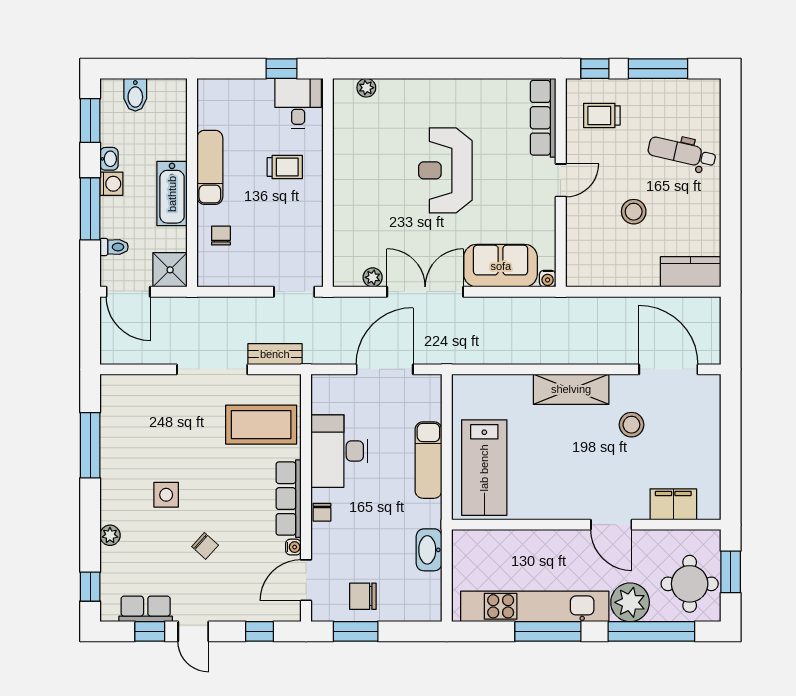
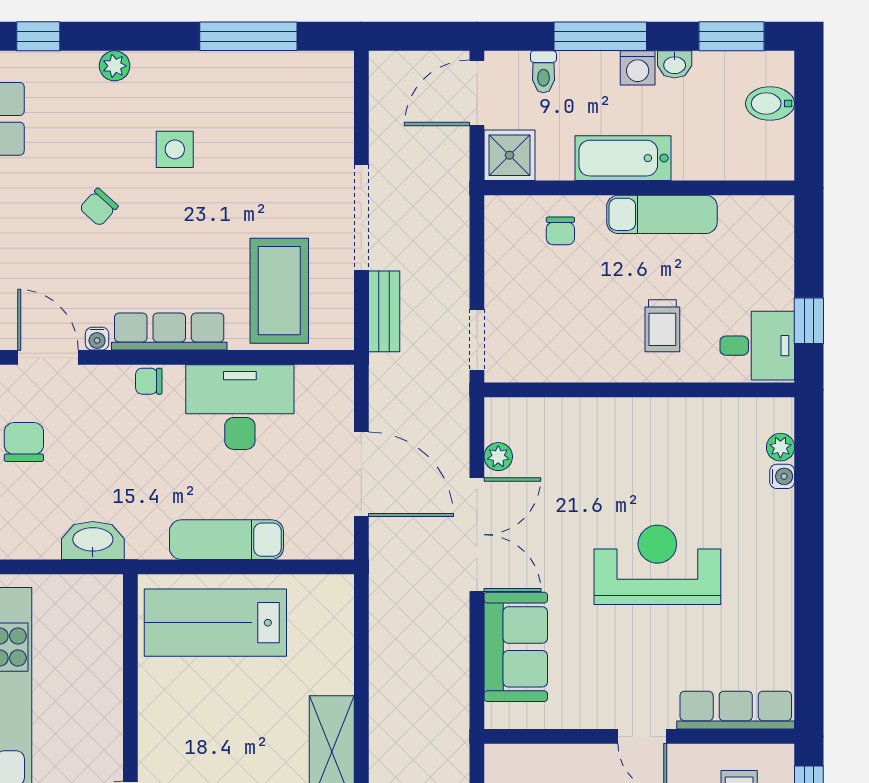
chair: (221, 236) -> (560, 231), turned 90
water cooler: (548, 279) -> (782, 476), moved, turned 180

